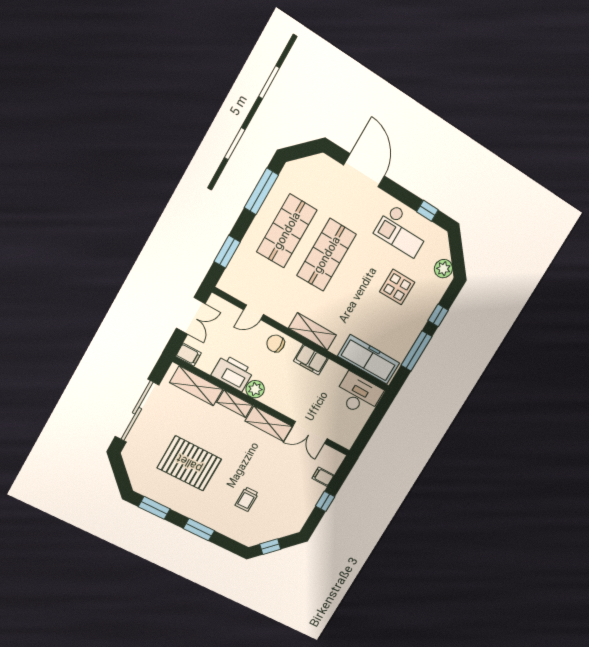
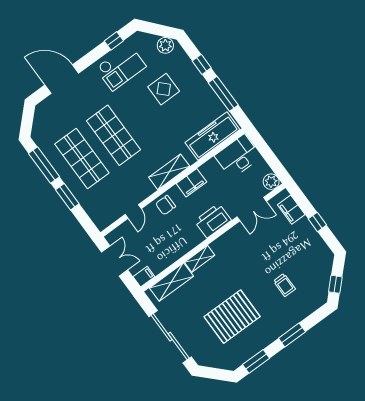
window: (227, 252) -> (67, 197), moved
printer: (233, 373) -> (213, 221), moved
plant: (255, 389) -> (271, 182), moved
shelving: (269, 424) -> (229, 239), removed
filing cabinet: (323, 477) -> (291, 210), width x2.00

